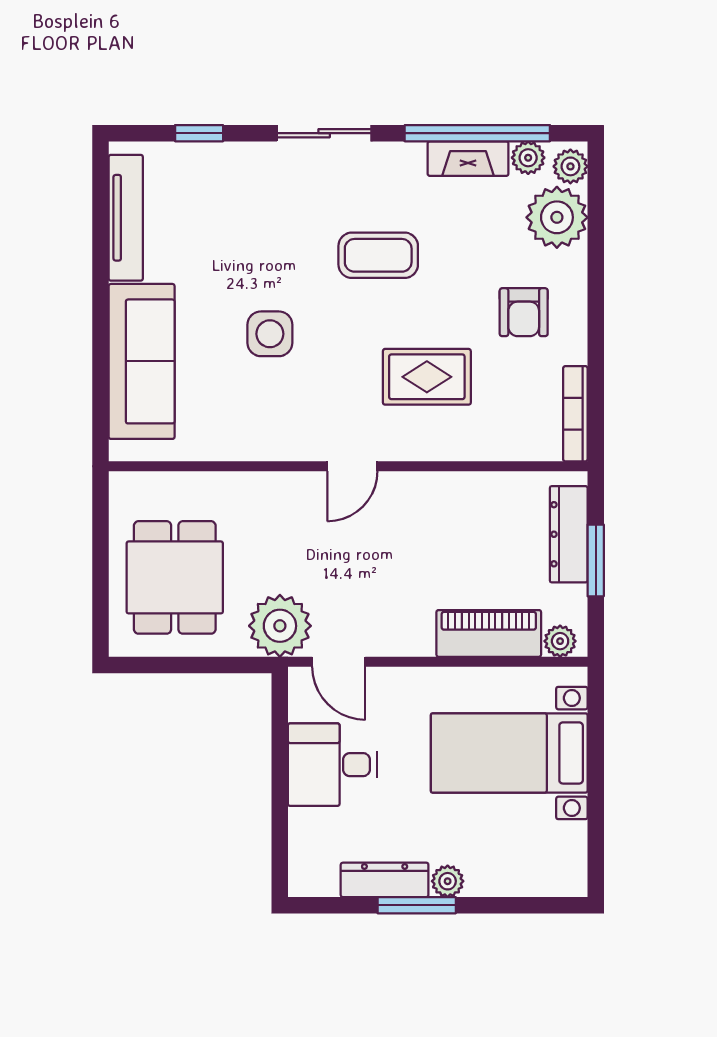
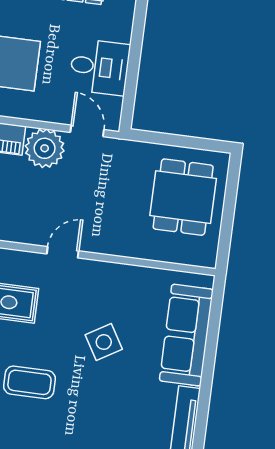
side table: (270, 334) -> (104, 342), turned -31
plant: (280, 626) -> (45, 148), moved

